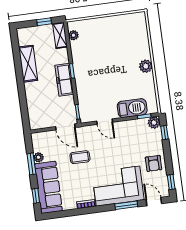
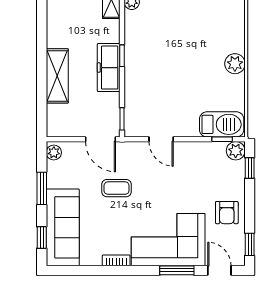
shelving: (28, 64) -> (57, 76), moved
barbecue: (132, 108) -> (222, 124), moved
plant: (39, 157) -> (54, 152), moved

